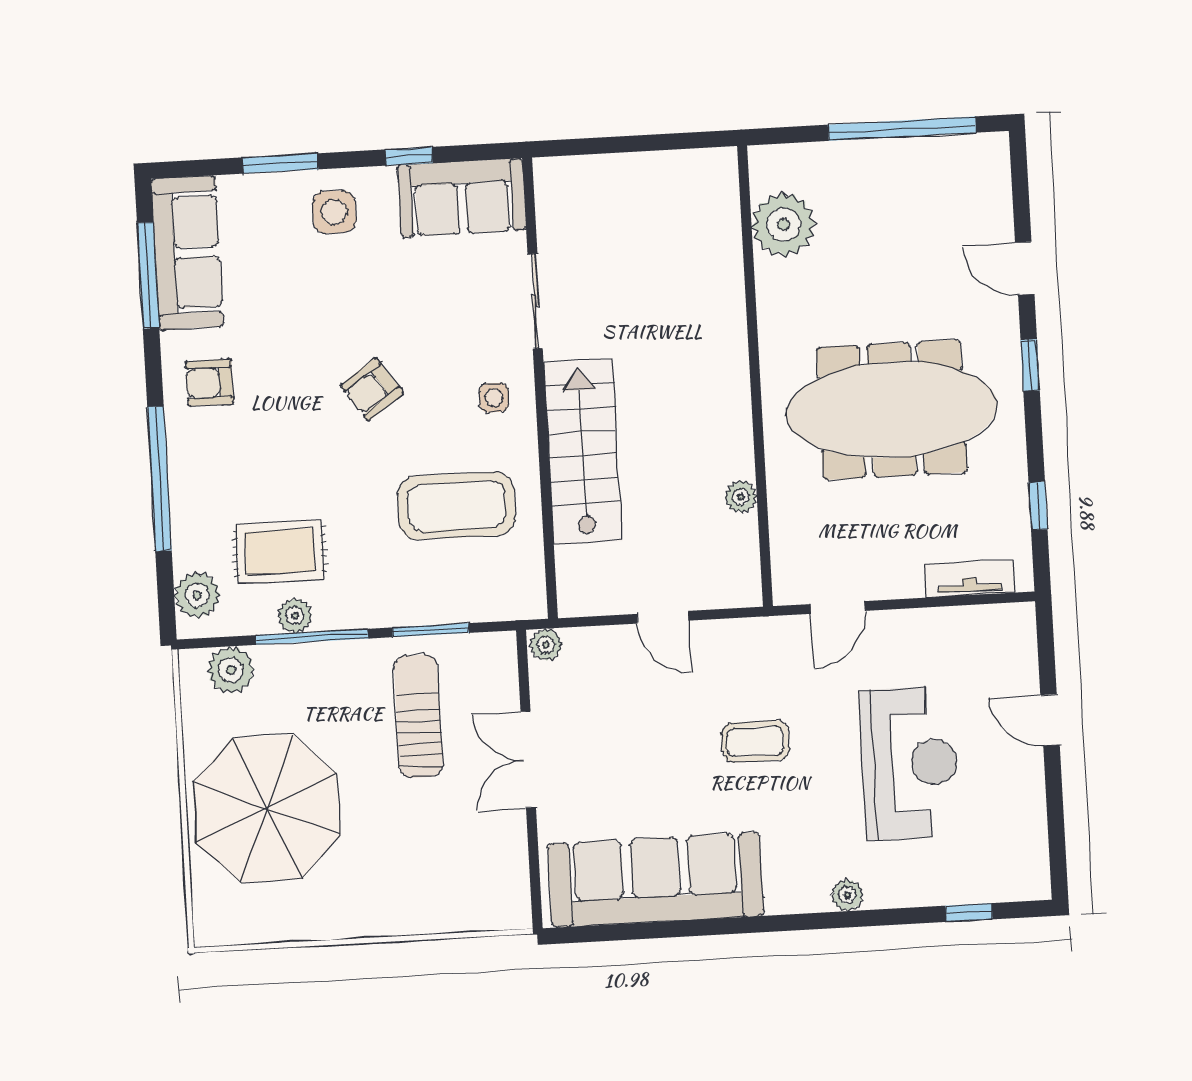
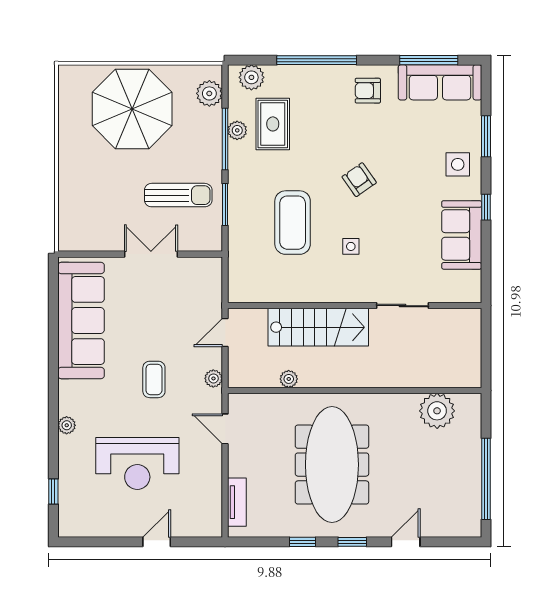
sliding door: (535, 301) -> (402, 306), moved
armchair: (210, 383) -> (368, 91), turned -90
wall: (540, 388) -> (355, 306), moved
stairs: (583, 452) -> (318, 327), moved
window: (1038, 506) -> (302, 542), moved
plant: (546, 645) -> (213, 378), moved

